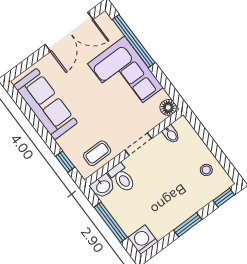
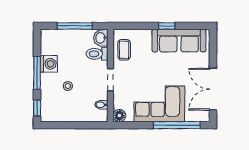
window: (65, 162) -> (167, 26), moved
stool: (206, 170) -> (68, 86), moved
window: (188, 225) -> (37, 73), width x1.44
washing machine: (143, 240) -> (49, 64), moved

